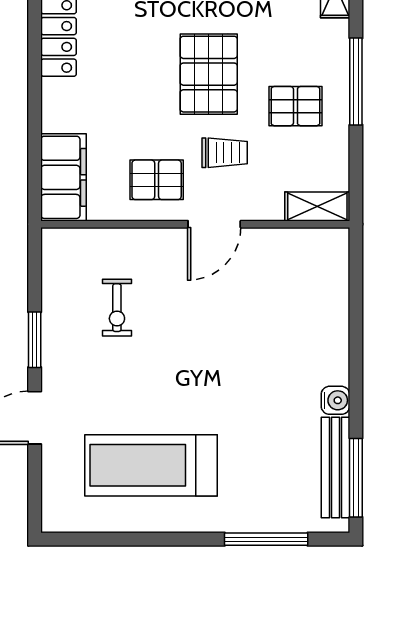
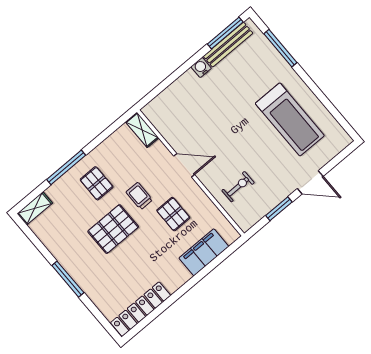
shelving: (317, 206) -> (142, 130), moved
wall: (195, 224) -> (191, 173), moved
door: (214, 224) -> (184, 165), moved

